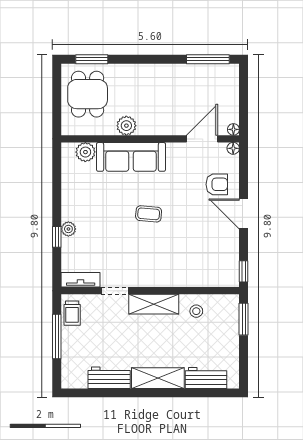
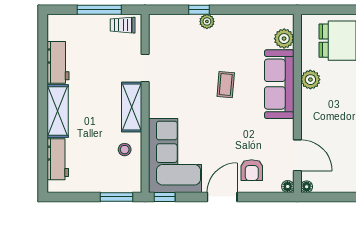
coffee table: (149, 214) -> (226, 85), moved
corner sofa: (202, 261) -> (175, 156), added
tv unit: (81, 280) -> (156, 34), removed

